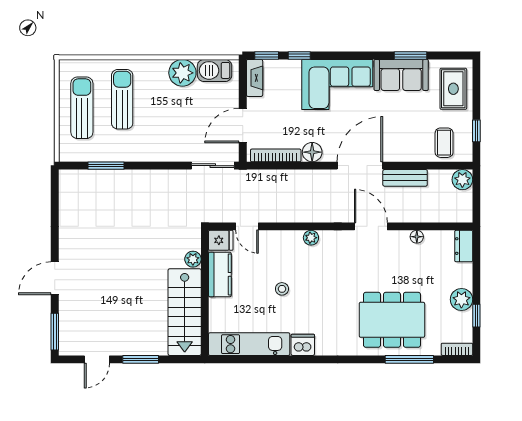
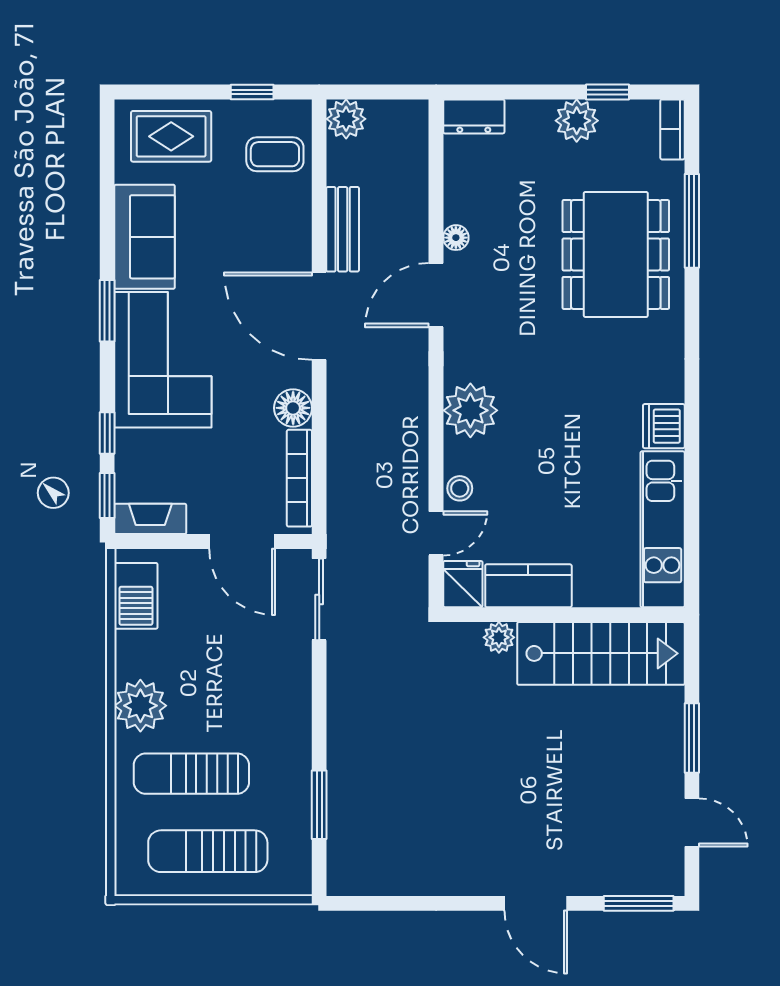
window: (410, 55) -> (107, 311), moved
plant: (182, 73) -> (140, 706), moved
floor lamp: (417, 237) -> (456, 238), moved
plant: (311, 238) -> (470, 410), width x1.88, depth x1.88
stool: (282, 289) -> (460, 488), moved

